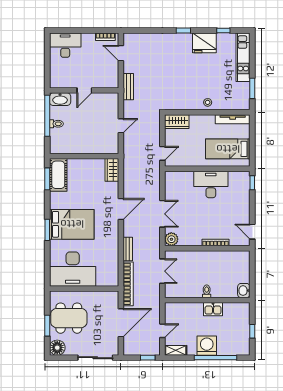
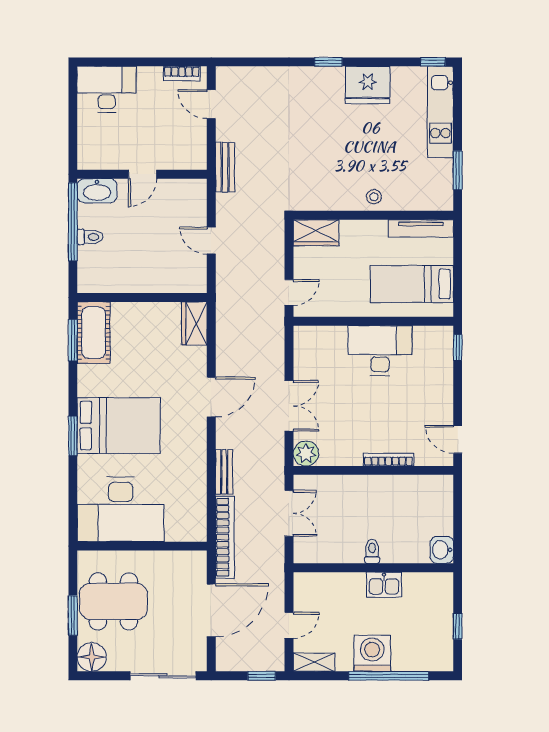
window: (223, 30) -> (433, 62), moved
door: (121, 126) -> (211, 241), swing flipped

